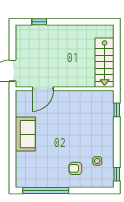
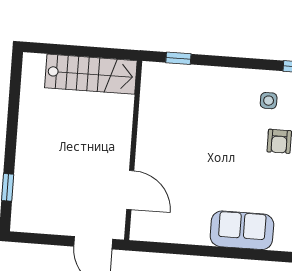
sofa: (25, 134) -> (242, 230), moved

